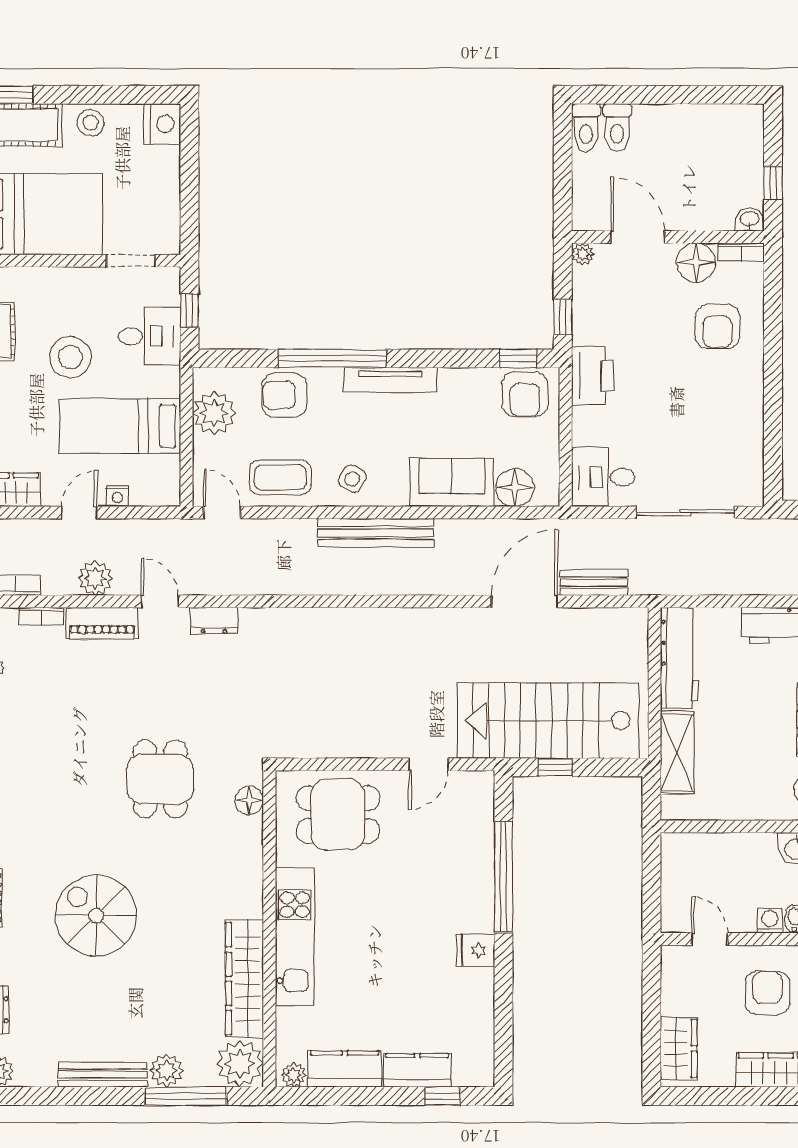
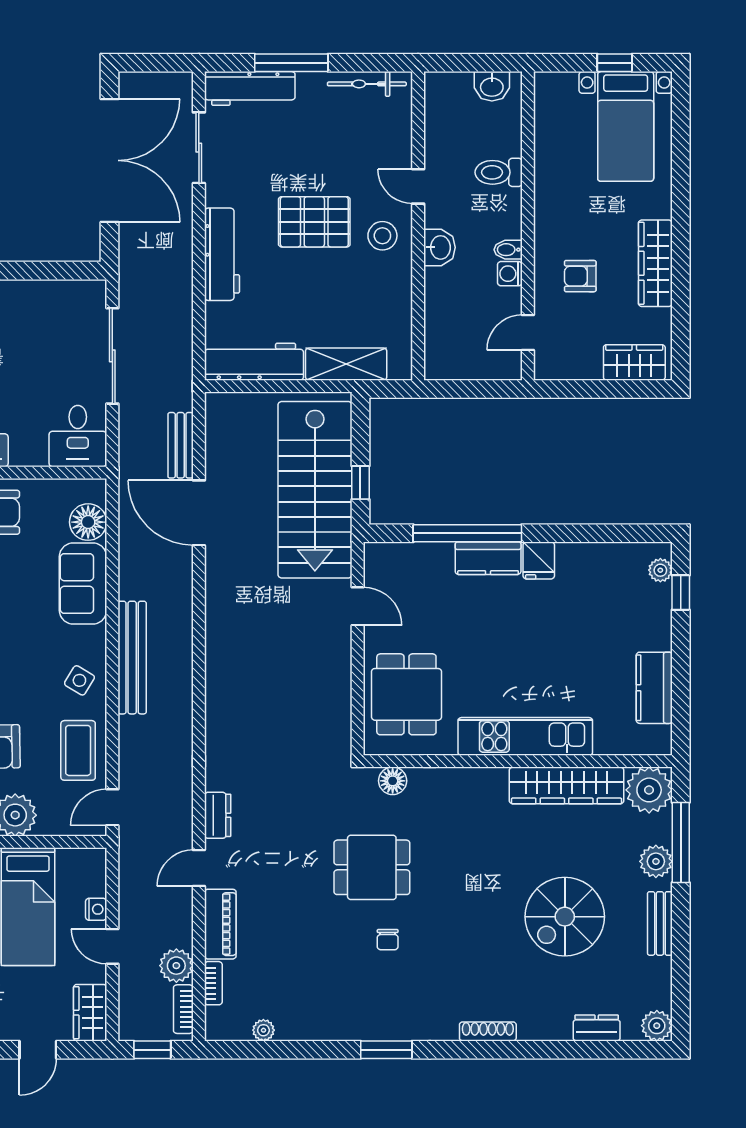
plant: (95, 578) -> (176, 966), moved
chair: (86, 795) -> (388, 940), added
spiral stairs: (96, 916) -> (565, 917), moved
armchair: (767, 993) -> (580, 276), width x0.72, depth x0.72
kitchen counter: (417, 1070) -> (488, 558), moved, turned -90
bench: (103, 1075) -> (660, 923), width x0.73
plant: (294, 1075) -> (660, 570), moved

